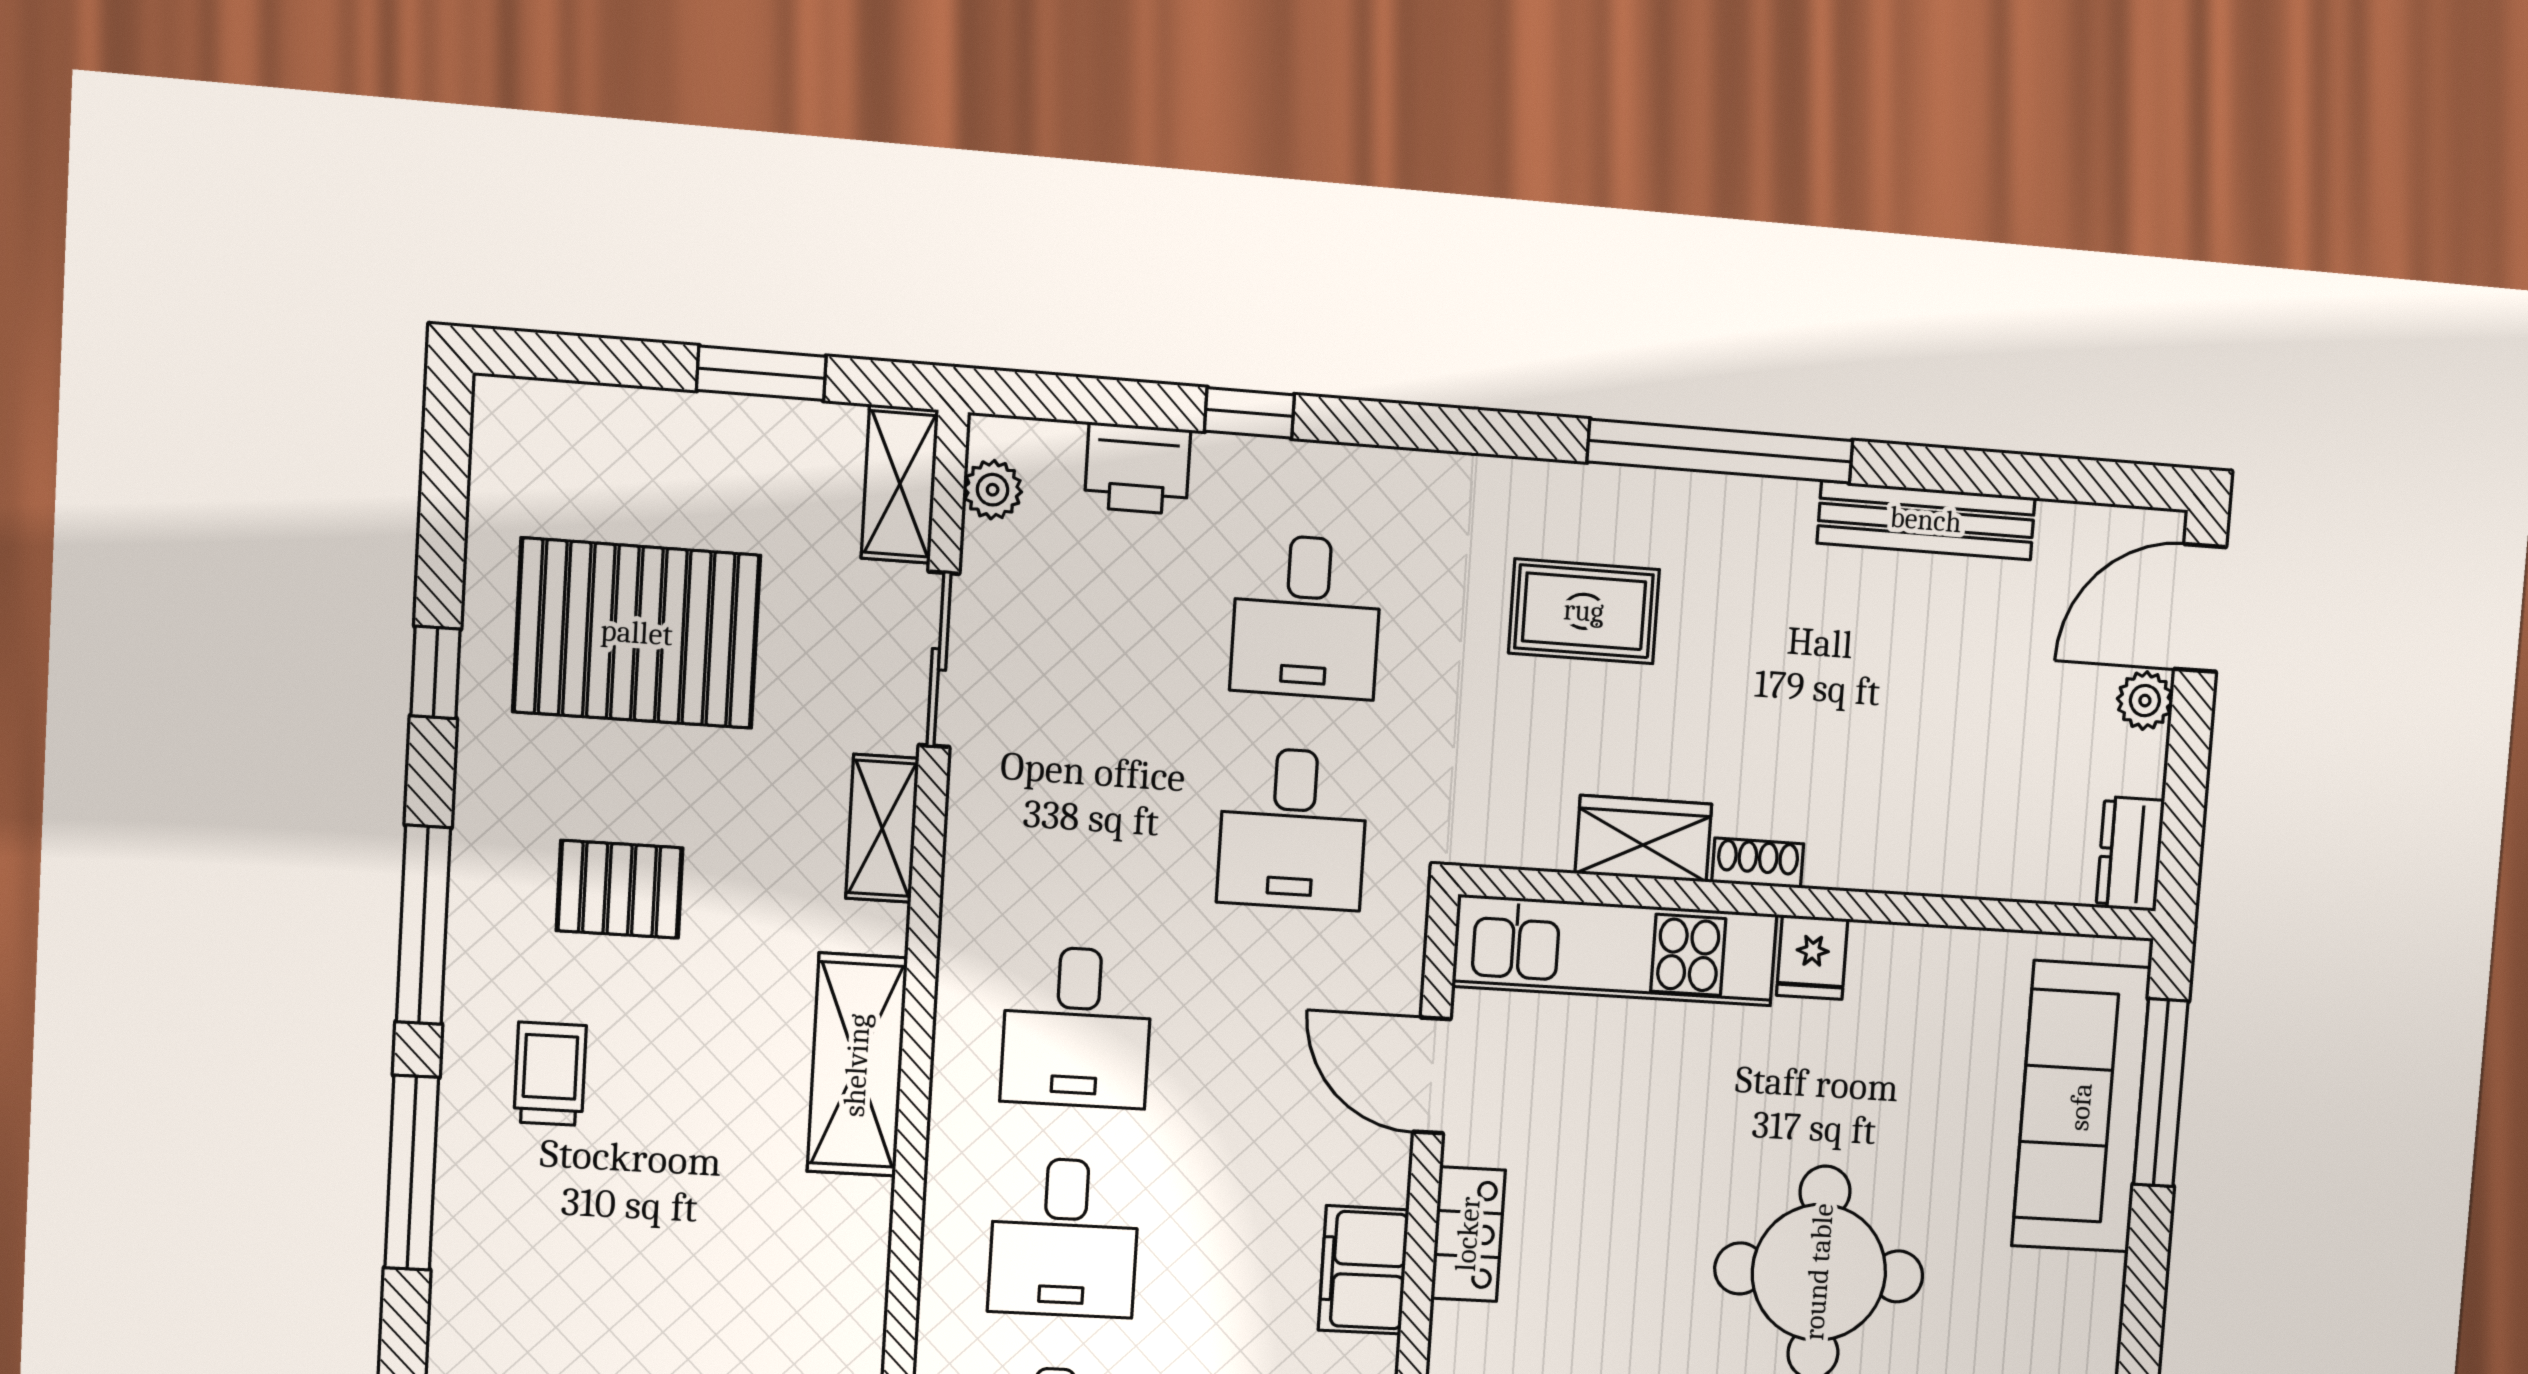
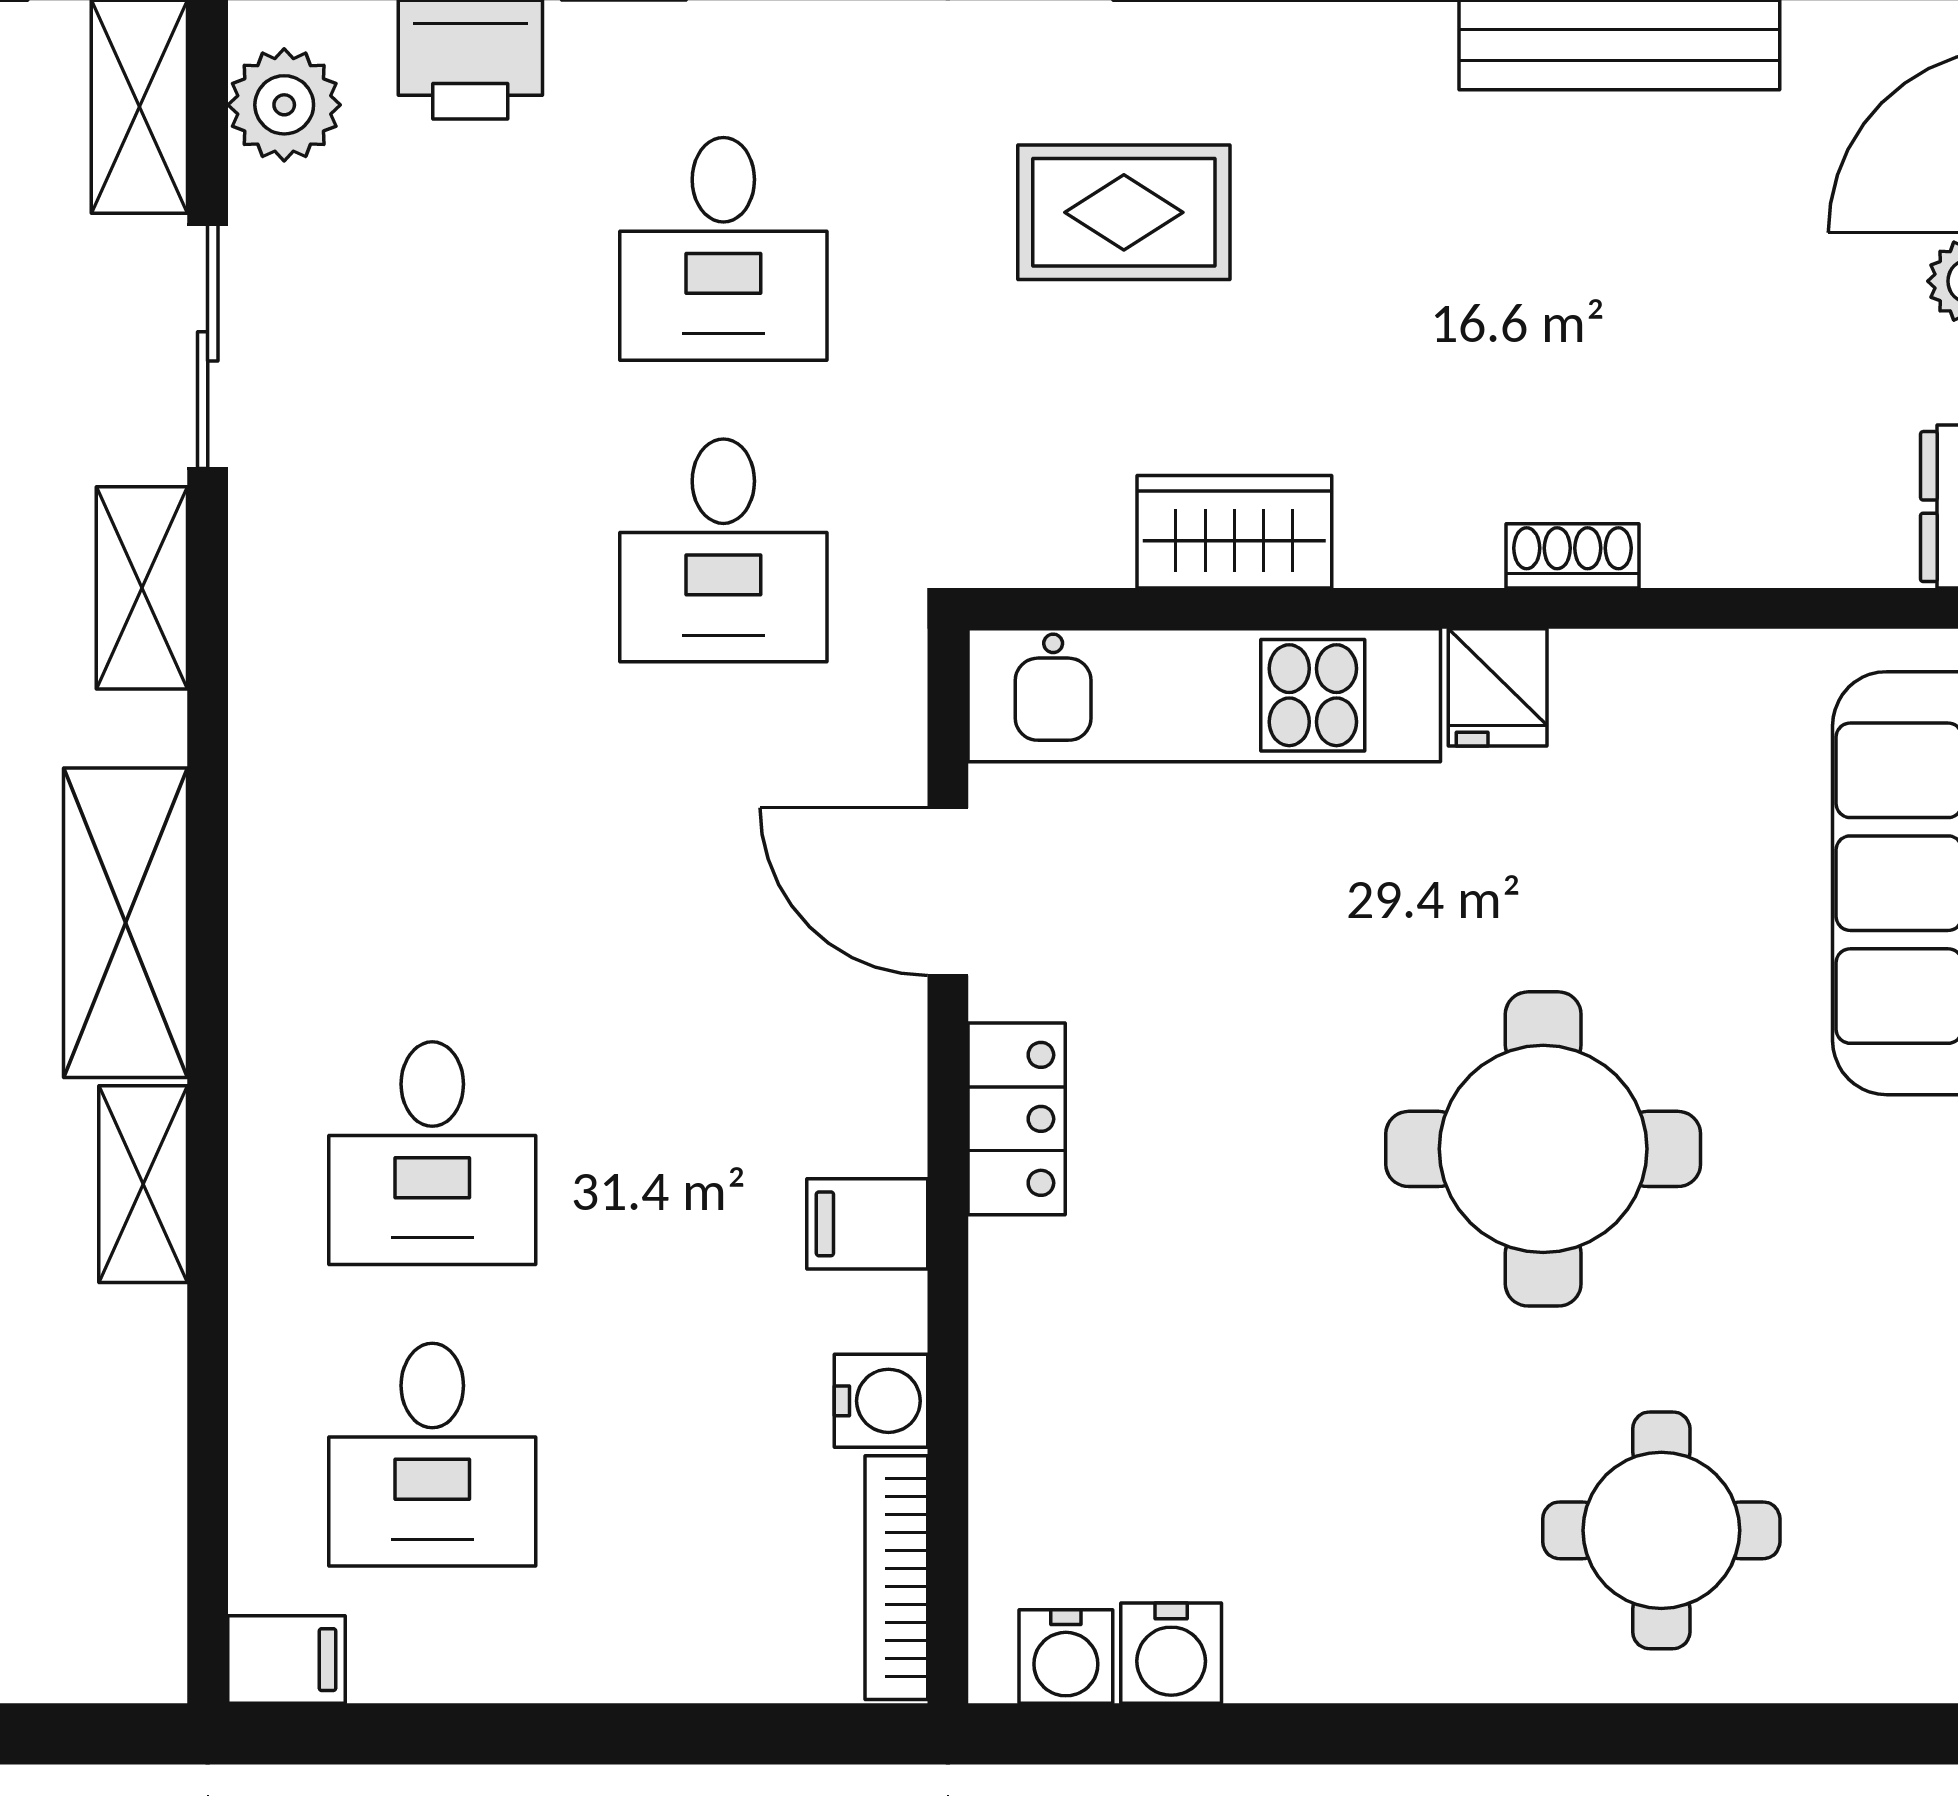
plant: (993, 490) -> (284, 105), width x1.38, depth x1.38
shoe rack: (1758, 863) -> (1572, 556), moved
desk: (1077, 1027) -> (432, 852), removed
shelving: (860, 1249) -> (143, 1184), added
filing cabinet: (1364, 1270) -> (867, 1224), width x0.50

